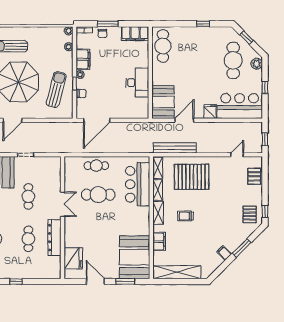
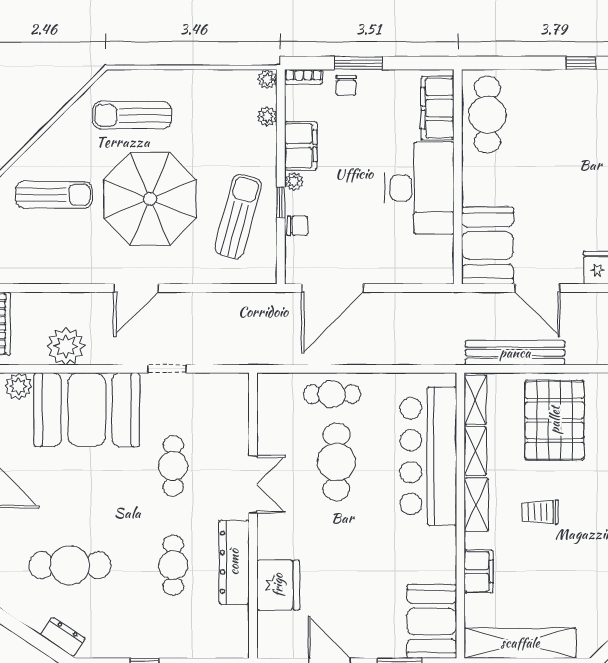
filing cabinet: (135, 34) -> (438, 108), moved, turned 90
desk: (137, 83) -> (419, 188), width x1.36, depth x1.30
door: (184, 120) -> (538, 288), swing flipped
pallet: (192, 177) -> (555, 420), turned 90
bar counter: (138, 184) -> (428, 456), width x1.36
cafe table: (98, 195) -> (336, 462), turned 90
booth: (135, 257) -> (432, 621), width x0.73, depth x0.70
fridge: (73, 258) -> (278, 585), moved

